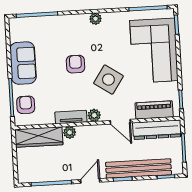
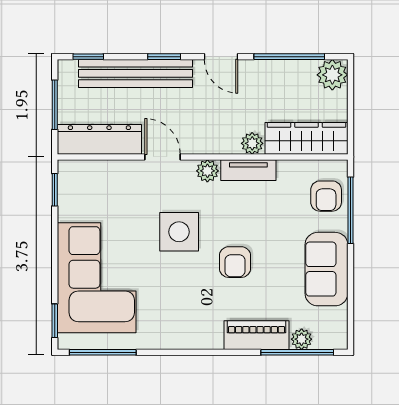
plant: (95, 19) -> (302, 339), moved
side table: (108, 80) -> (179, 232), turned -34
piano: (154, 110) -> (257, 335), moved, turned 180
plant: (26, 174) -> (332, 75), added
door: (90, 181) -> (221, 57), hinge flipped

